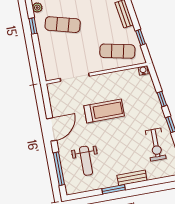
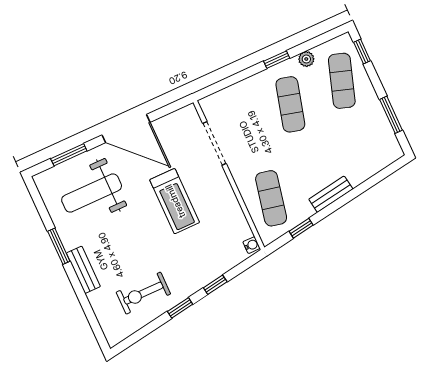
door: (52, 129) -> (126, 129), width x1.36
weight bench: (86, 161) -> (92, 193), width x1.36, depth x1.33
window: (59, 169) -> (69, 155), width x0.69

